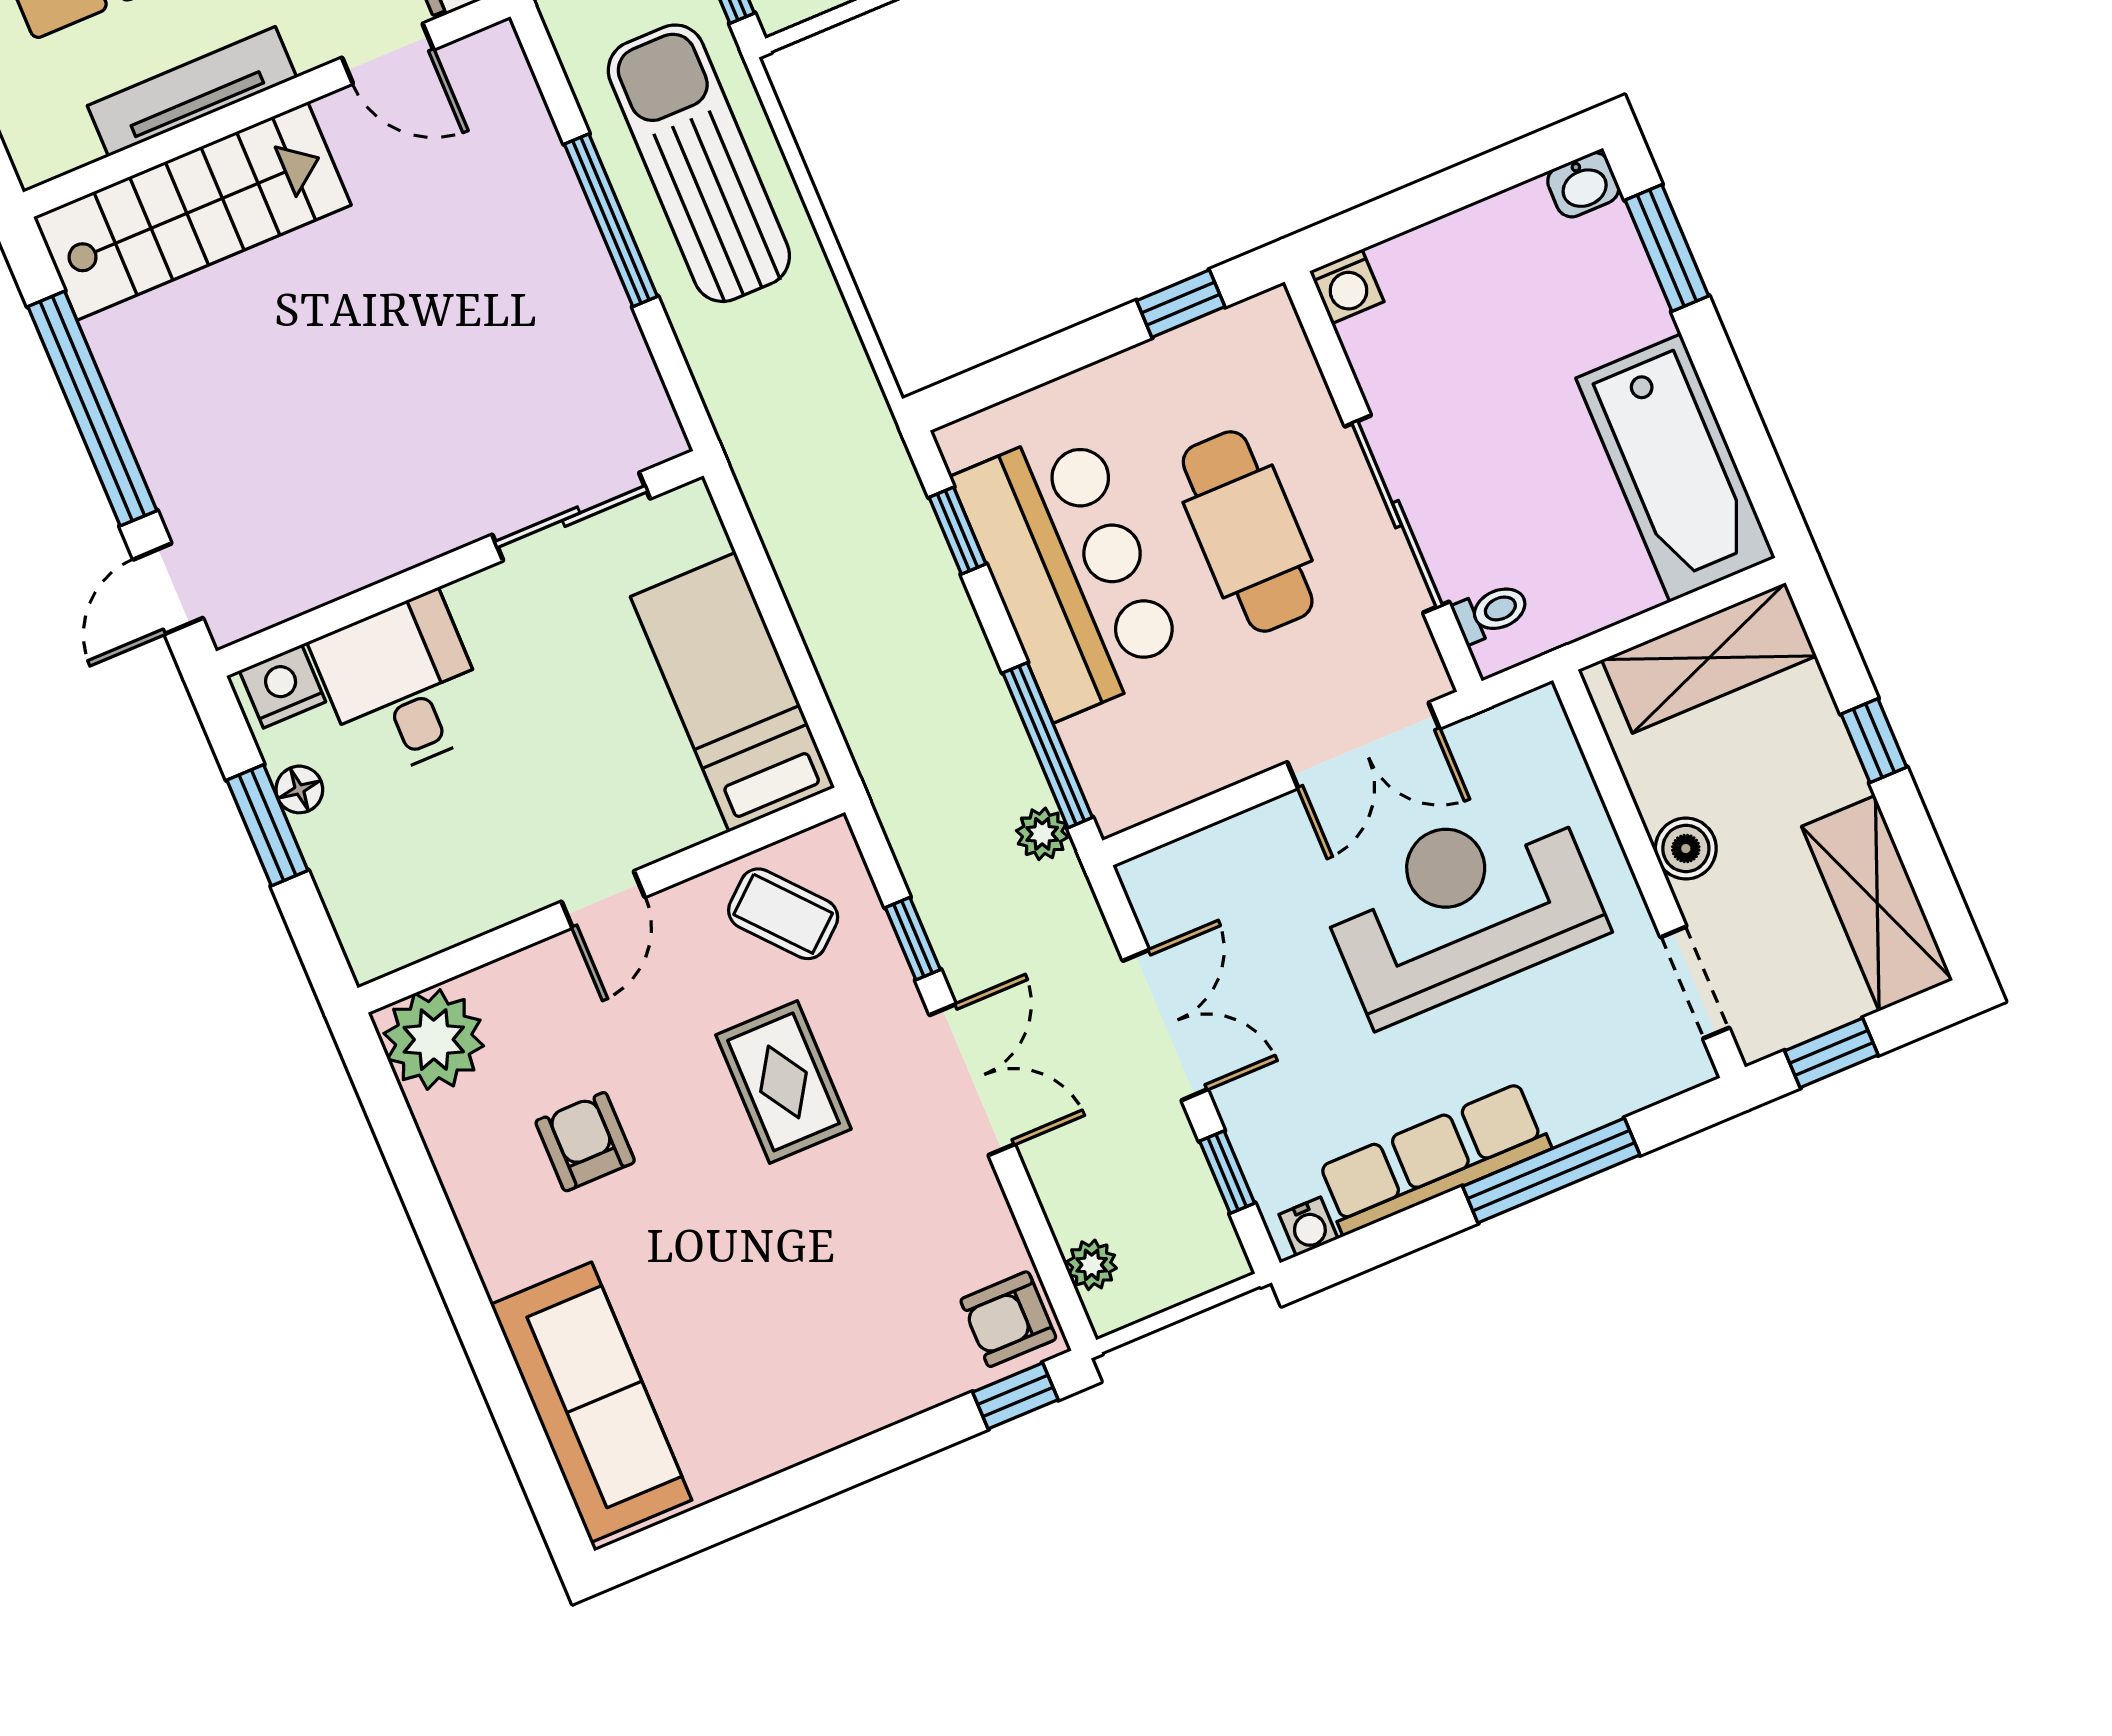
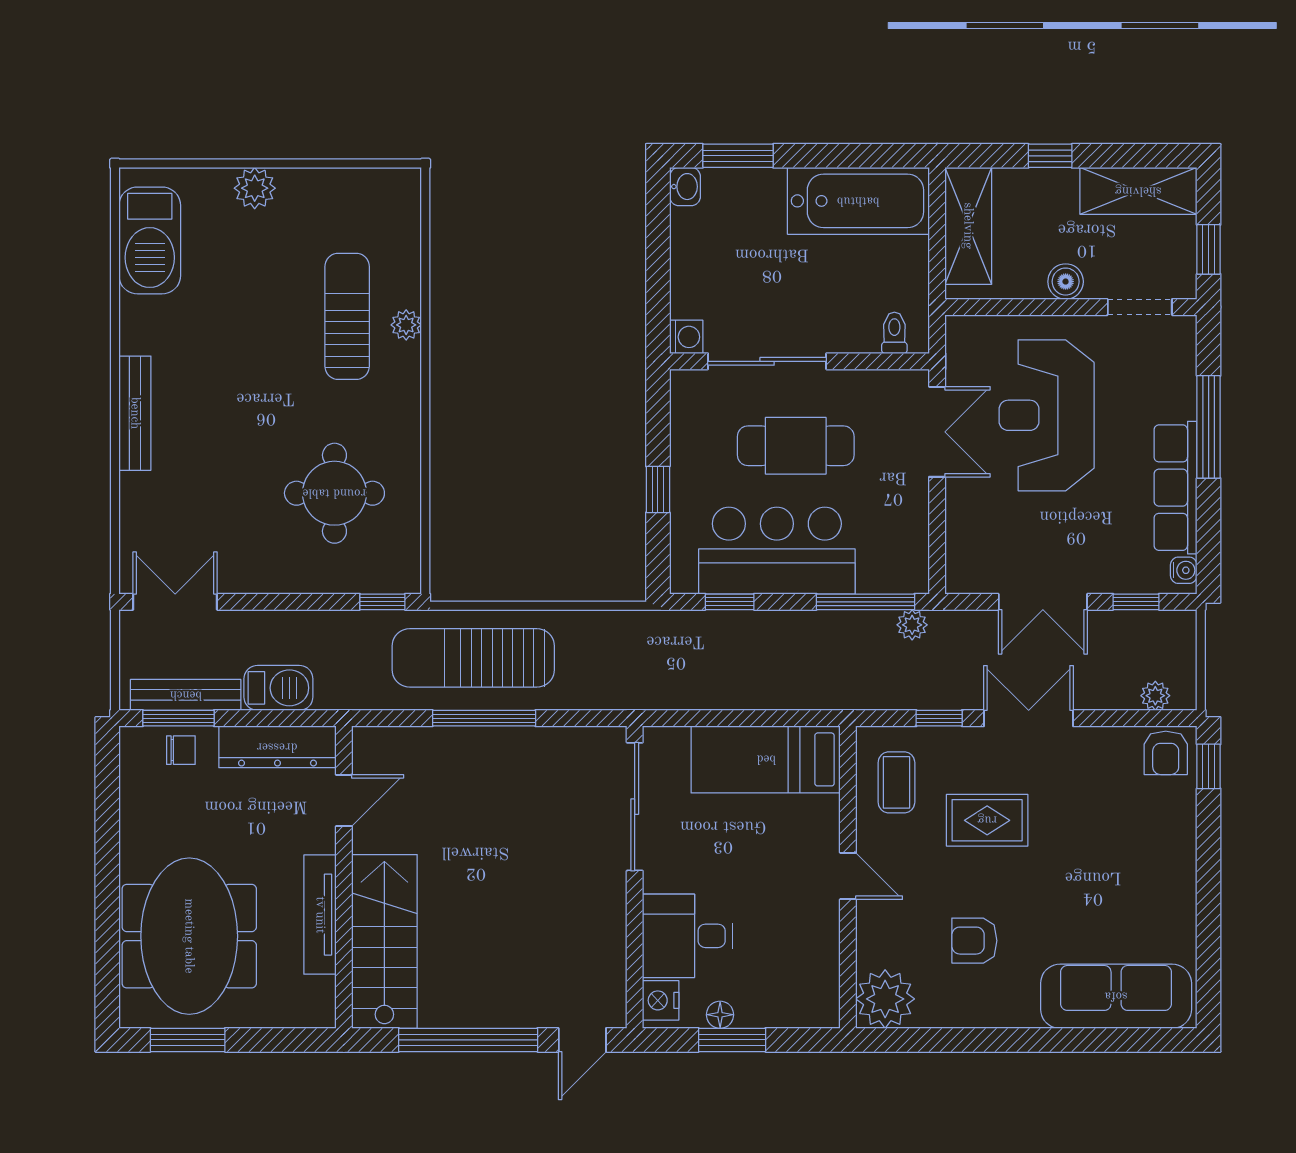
window: (1181, 304) -> (658, 489), moved
sliding door: (1397, 514) -> (767, 361), moved
sliding door: (571, 517) -> (635, 807), width x1.37
door: (168, 589) -> (582, 1040), hinge flipped
coffee table: (783, 914) -> (896, 782), turned -49
double door: (1165, 1025) -> (1043, 602), swing flipped

